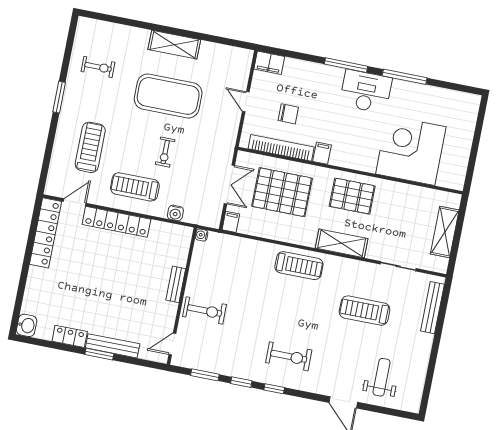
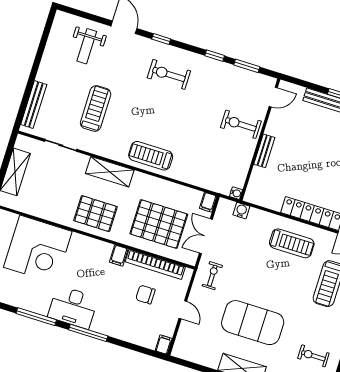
filing cabinet: (269, 63) -> (164, 345), width x0.50
exercise bike: (165, 152) -> (212, 276), moved
water cooler: (175, 213) -> (241, 211), moved
treadmill: (365, 311) -> (96, 108), turned -90
window: (274, 389) -> (161, 39), moved

